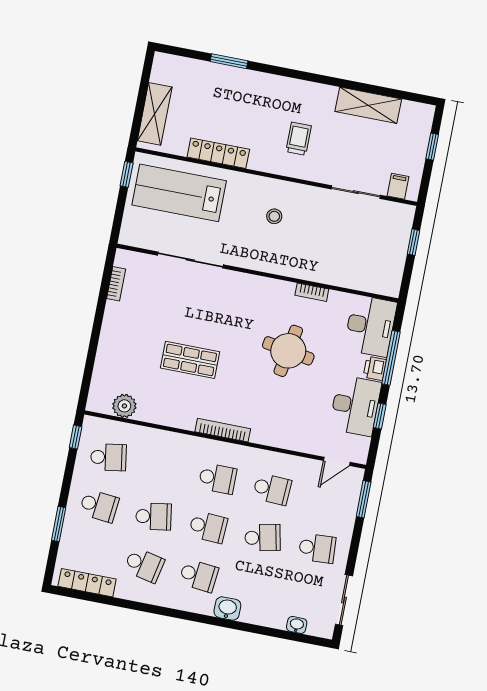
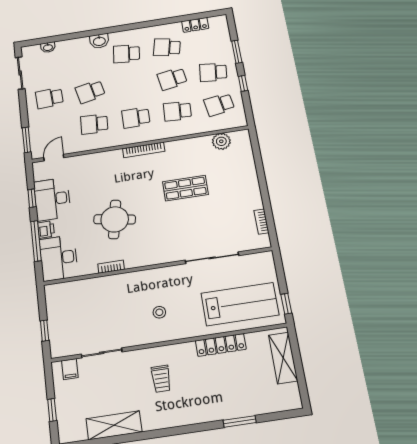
window: (76, 437) -> (243, 83), moved
school desk: (208, 527) -> (177, 111), moved
locker: (87, 583) -> (195, 25), width x0.66

